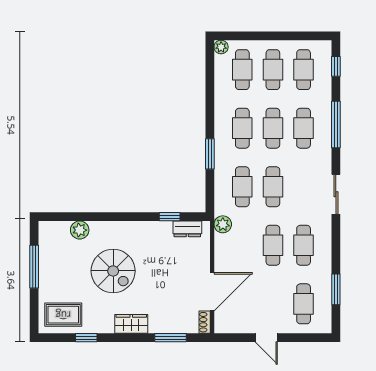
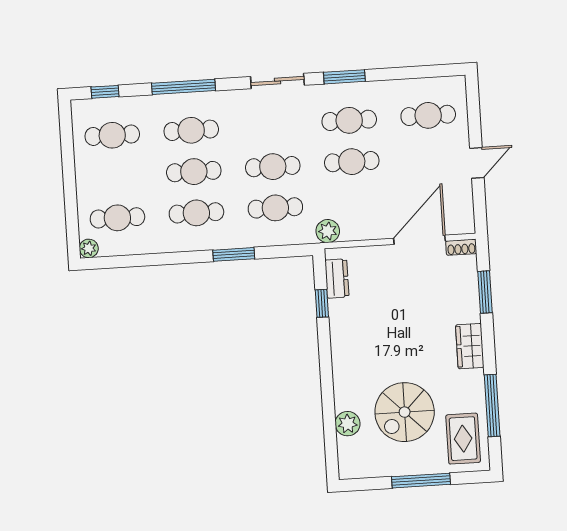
cafe table: (273, 70) -> (115, 177), removed
window: (34, 267) -> (421, 481), moved
spiral stairs: (113, 271) -> (405, 412), moved, turned 180
window: (336, 289) -> (344, 77), moved
door: (212, 292) -> (420, 240), hinge flipped
window: (86, 338) -> (492, 406), width x2.17

